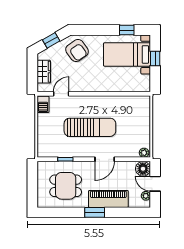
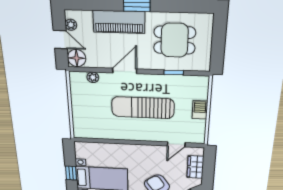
barbecue: (43, 104) -> (200, 110), moved
plant: (144, 153) -> (93, 77), moved

